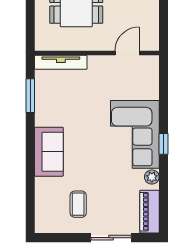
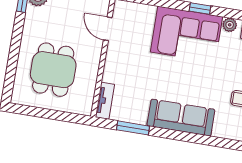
tv unit: (61, 62) -> (105, 101), width x0.71
sofa: (49, 152) -> (181, 118), width x1.36

